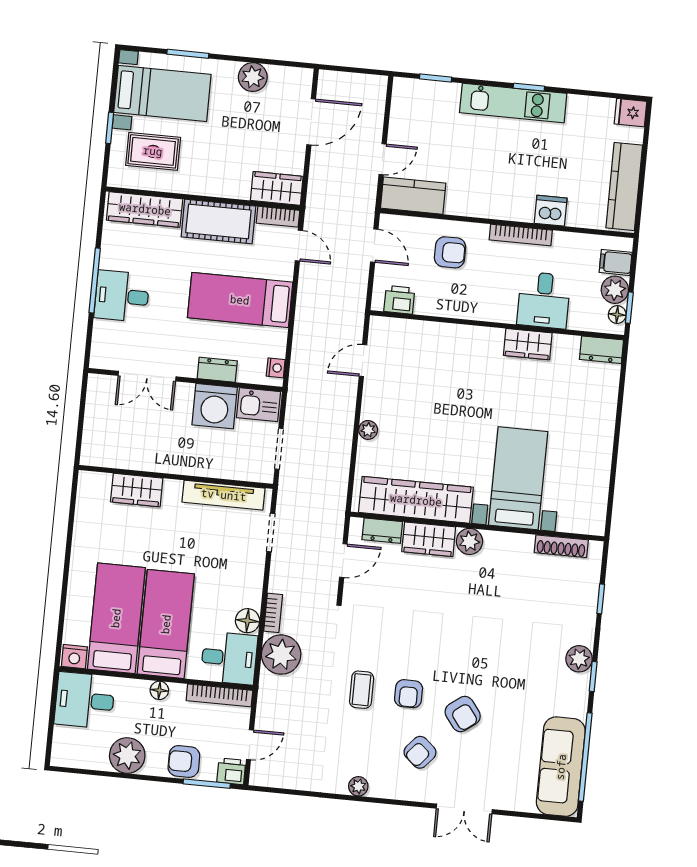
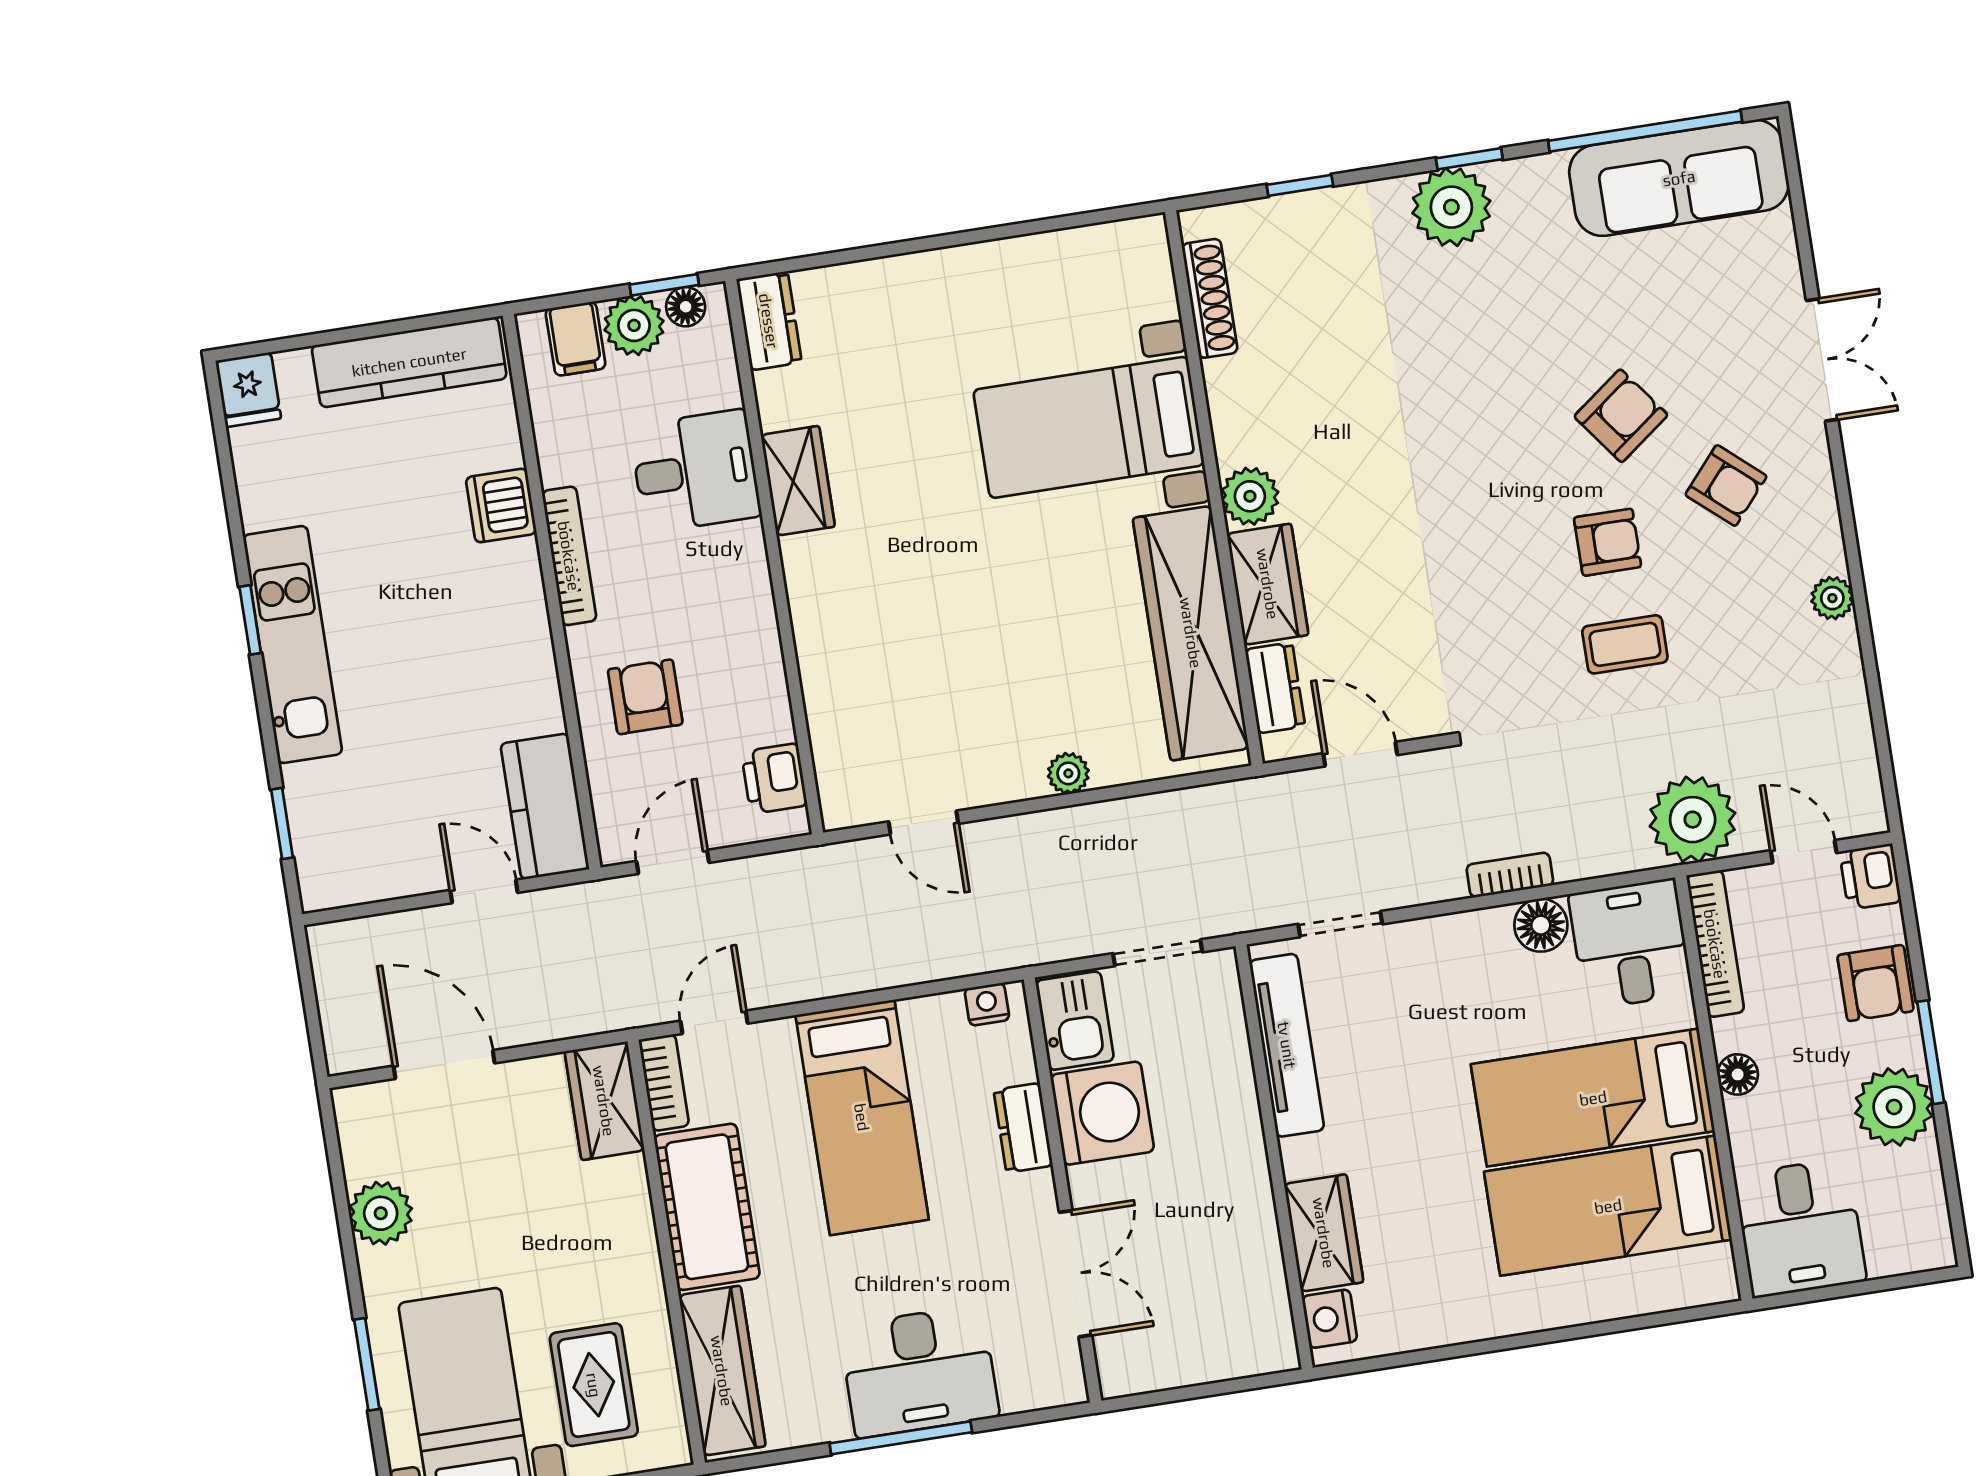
desk: (122, 296) -> (919, 1371), width x1.37
plant: (281, 655) -> (1693, 820), moved
nightstand: (74, 657) -> (1330, 1319), moved, turned 180
plant: (579, 659) -> (1451, 207), width x1.36, depth x1.36
window: (207, 784) -> (1931, 1052), moved

